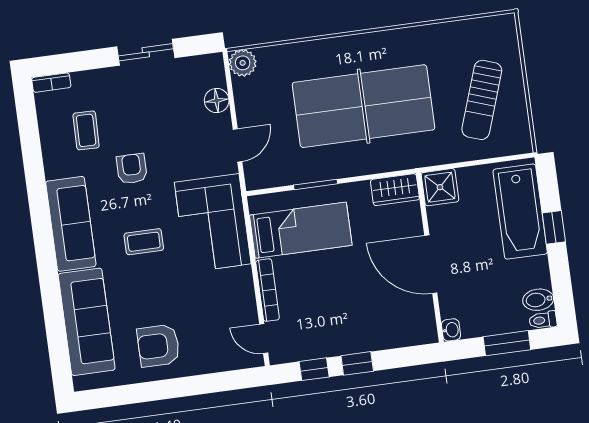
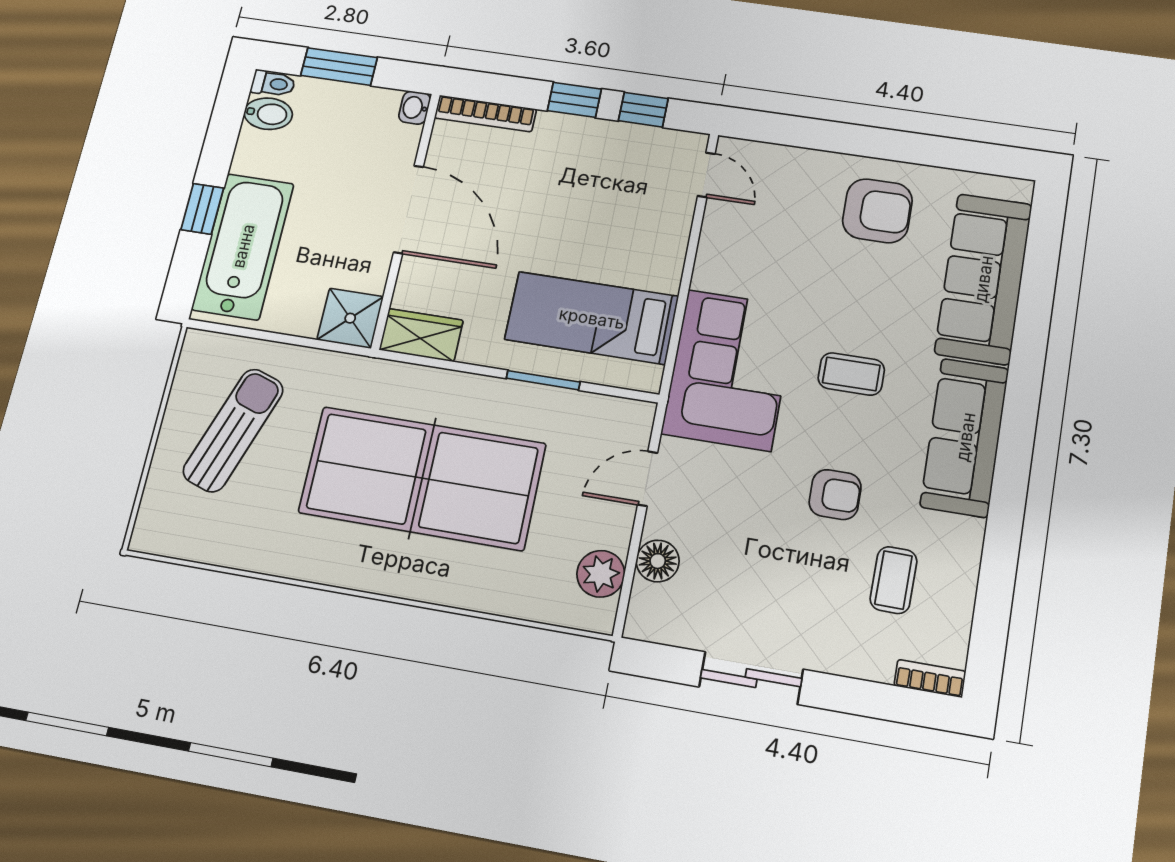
plant: (243, 63) -> (601, 574), moved
armchair: (132, 169) -> (835, 495), turned -90
bookcase: (268, 290) -> (485, 114), moved, turned -90

